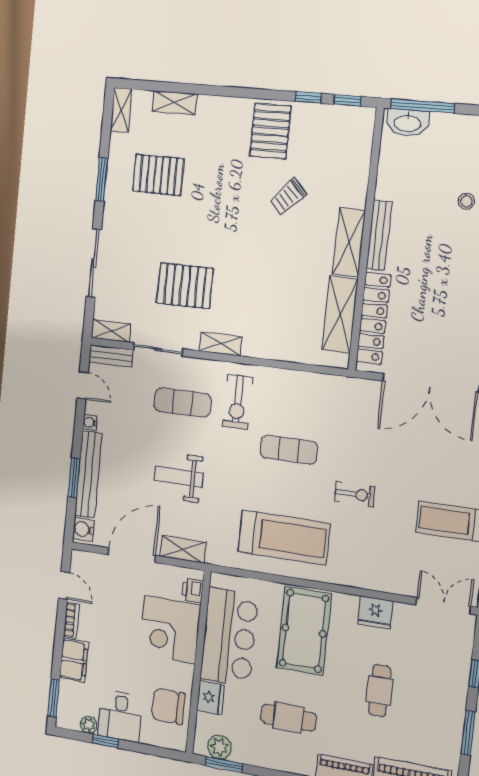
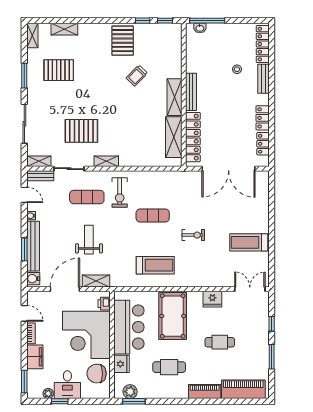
washbasin: (407, 123) -> (200, 28), width x0.52, depth x0.69
weight bench: (179, 477) -> (89, 240), turned 90
treadmill: (284, 537) -> (155, 265), width x0.73, depth x0.73
corner desk: (170, 630) -> (86, 335), width x1.36, depth x1.36
cafe table: (380, 690) -> (220, 342), turned 90

